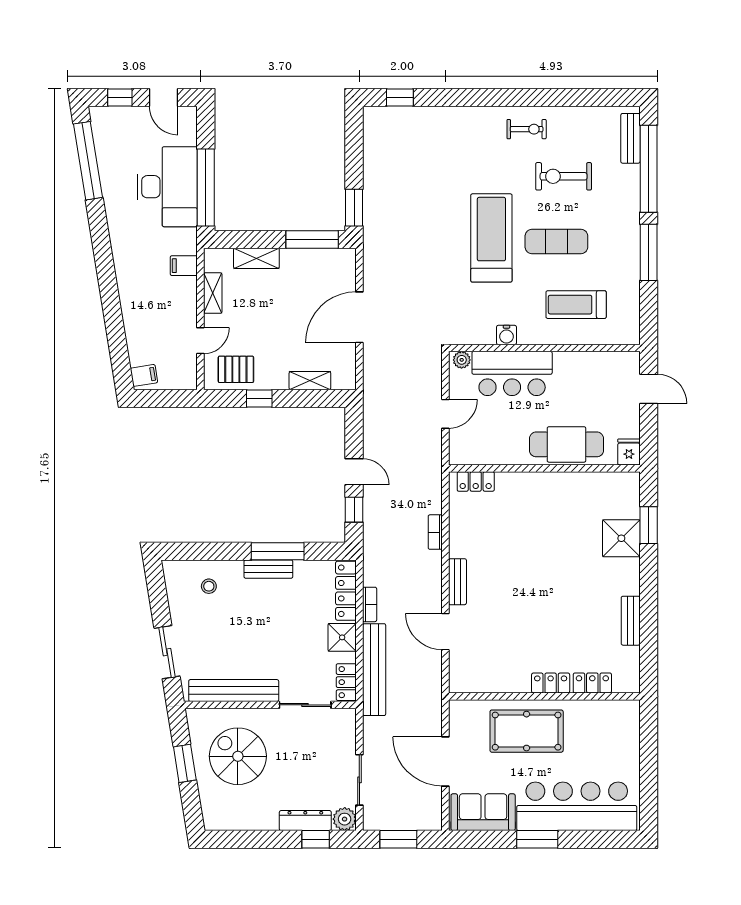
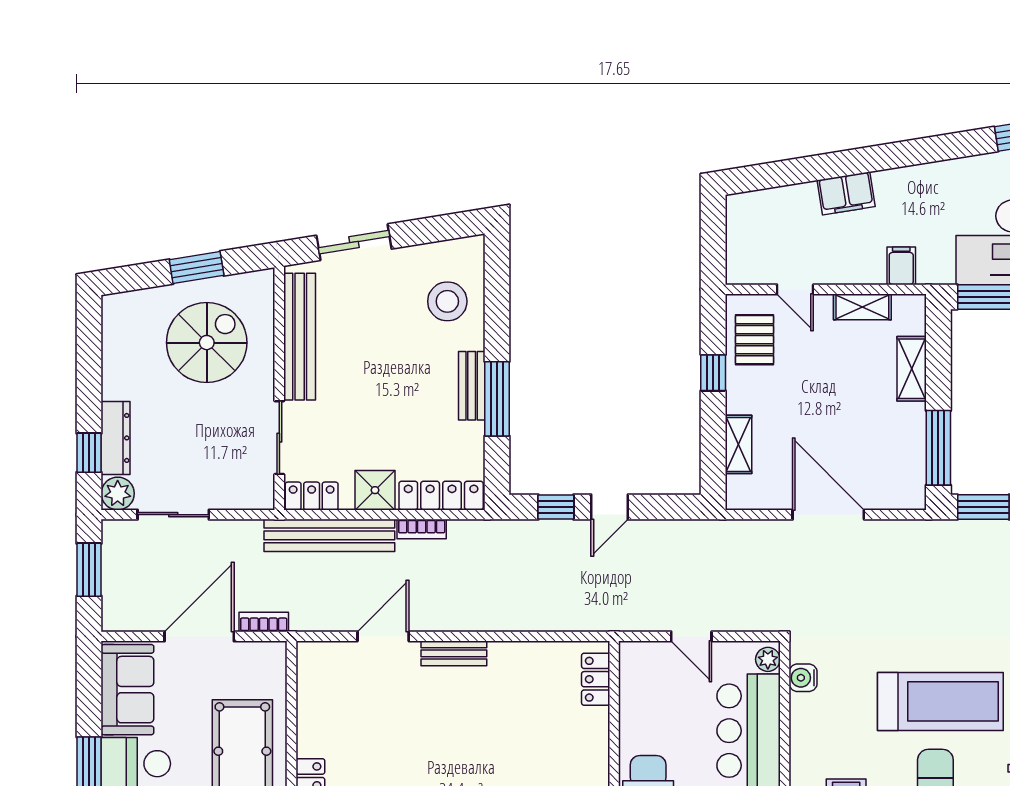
water cooler: (506, 335) -> (803, 678), moved
filing cabinet: (144, 375) -> (846, 193), moved, width x2.00
bookcase: (435, 532) -> (264, 622), moved
stool: (209, 586) -> (447, 301), width x1.89, depth x1.89

